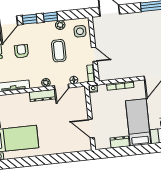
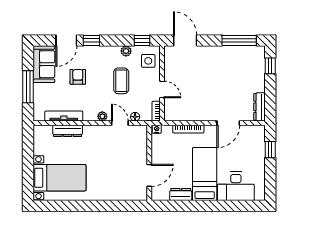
window: (50, 17) -> (142, 41), moved
door: (62, 87) -> (120, 123), swing flipped
dresser: (42, 95) -> (68, 131), moved
door: (91, 129) -> (149, 175), swing flipped

